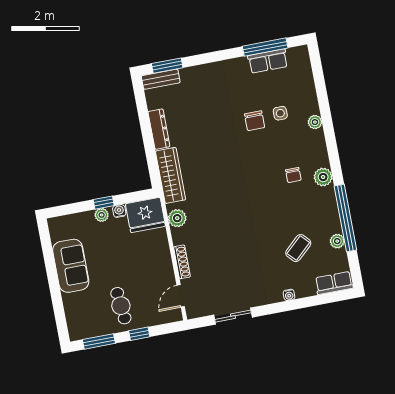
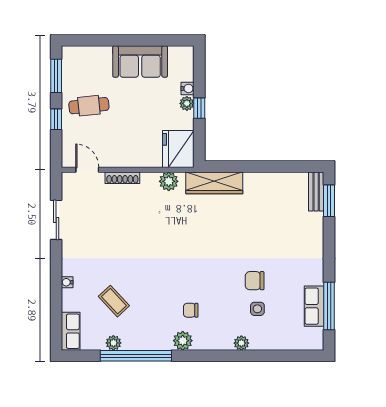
dresser: (159, 129) -> (265, 180), removed
water cooler: (119, 211) -> (188, 88), moved

